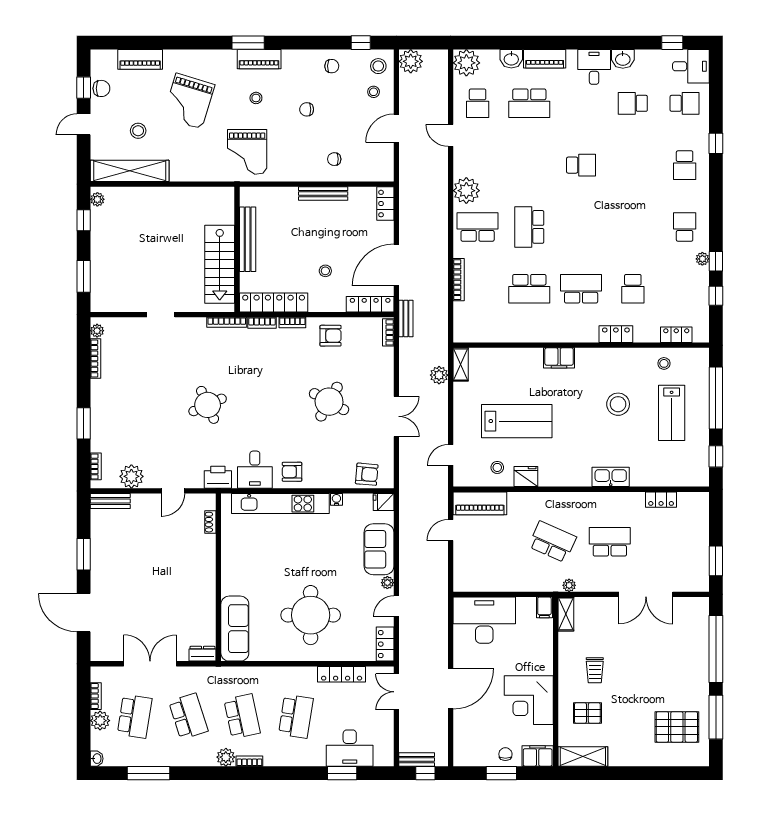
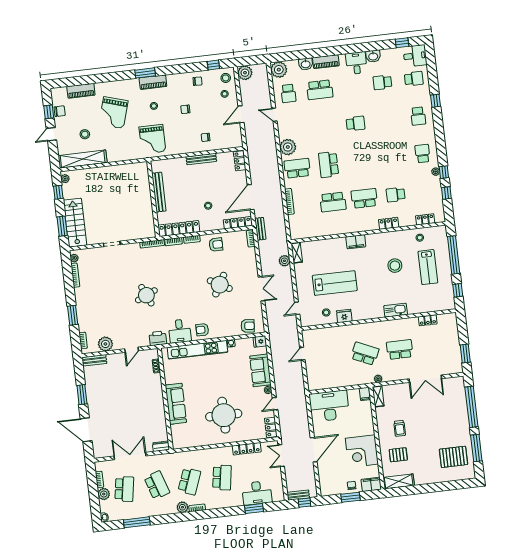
stairs: (220, 264) -> (75, 223), moved, turned 180
school desk: (633, 289) -> (396, 195), turned 90
piano: (480, 503) -> (318, 335), removed
sofa: (235, 629) -> (176, 404), moved
school desk: (242, 716) -> (189, 481), turned 33

